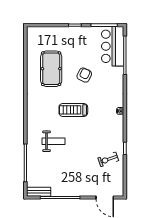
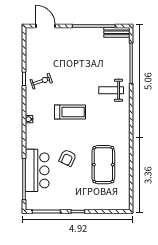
bar counter: (113, 46) -> (37, 170), moved
treadmill: (73, 110) -> (70, 112), moved
weight bench: (53, 141) -> (111, 90), moved
exercise bike: (108, 159) -> (41, 81), moved

